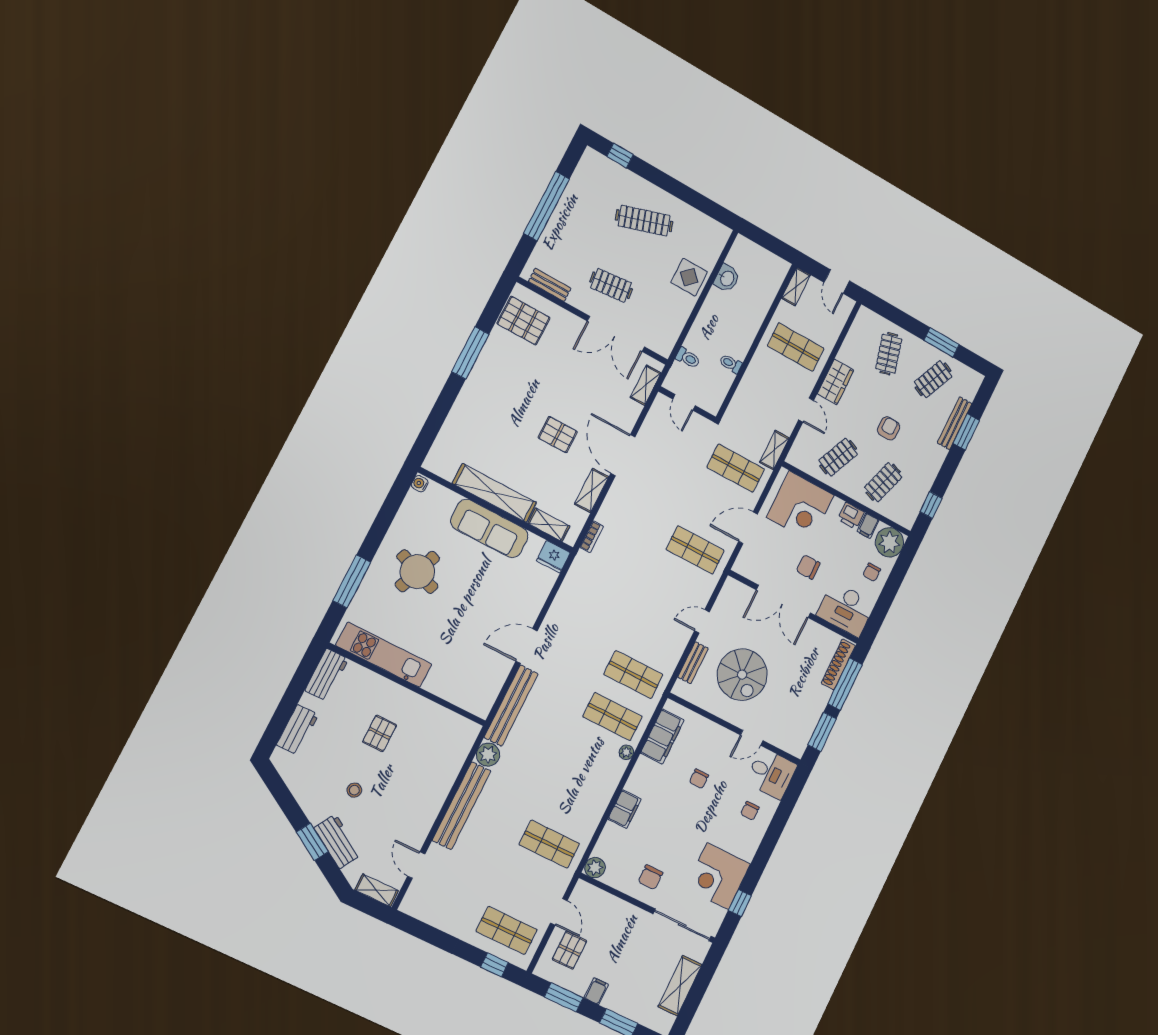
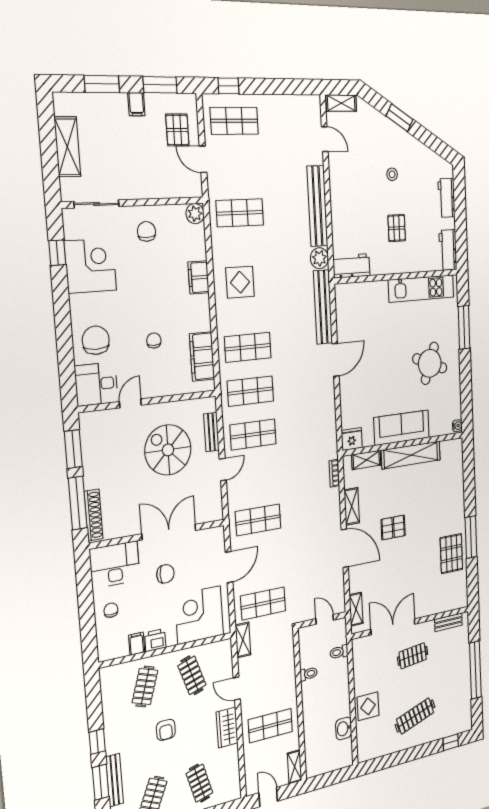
pallet: (523, 321) -> (451, 554), moved, turned 90
clothes rail: (838, 457) -> (192, 675), turned -42
window: (931, 505) -> (97, 742), moved
plant: (890, 542) -> (111, 645), removed
shop shelf: (654, 633) -> (253, 434), added
plant: (626, 752) -> (222, 325), removed
display table: (586, 781) -> (240, 282), added
chair: (750, 811) -> (96, 340), width x1.87, depth x1.87
workbench: (338, 841) -> (351, 266), moved, turned 149
sliding door: (682, 925) -> (97, 204), width x0.73

